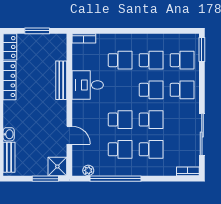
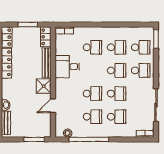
locker: (60, 47) -> (46, 37), added
door: (69, 135) -> (53, 106), swing flipped
shower: (57, 166) -> (44, 86), moved

